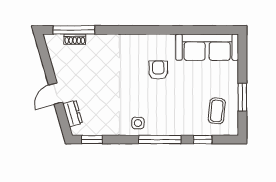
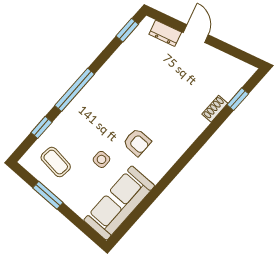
window: (74, 30) -> (238, 99), width x0.46
shoe rack: (75, 39) -> (215, 109), moved
side table: (138, 123) -> (101, 159), moved

